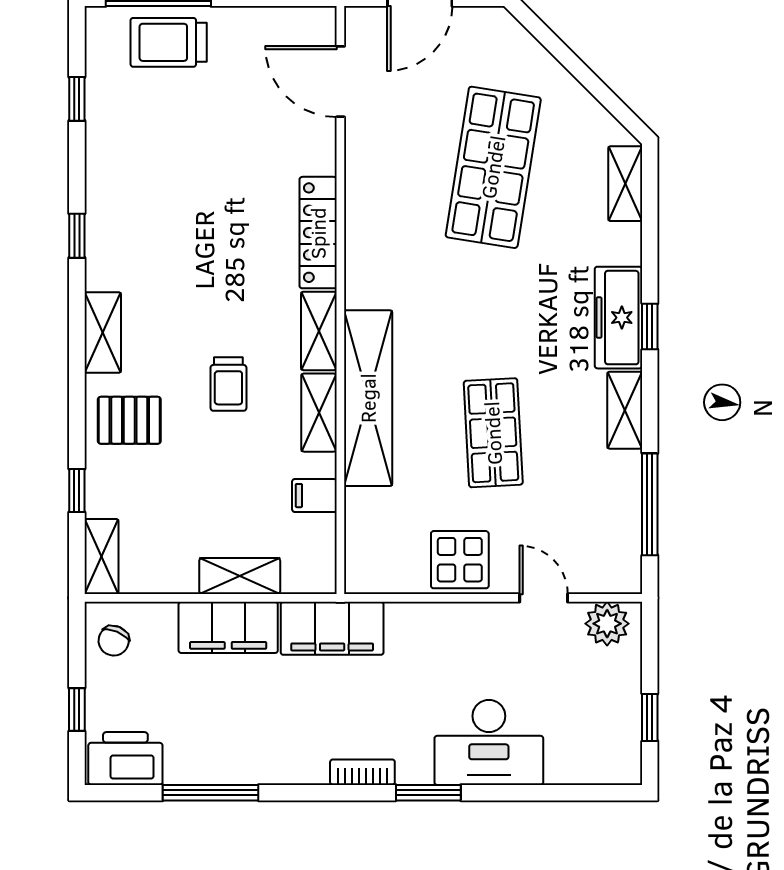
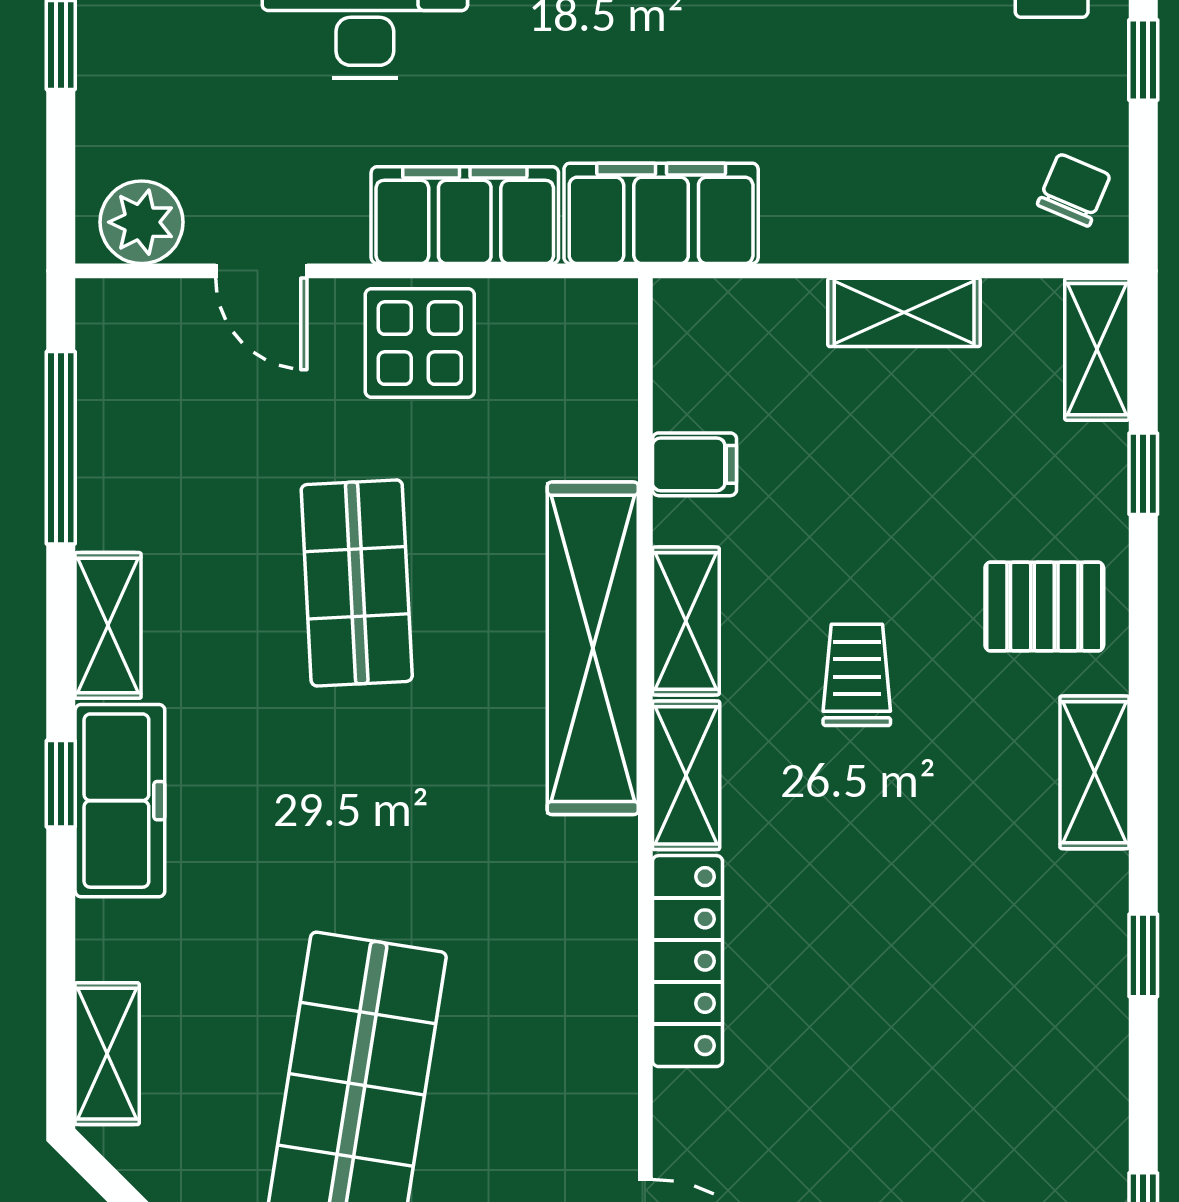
shelving: (240, 576) -> (904, 312), moved
filing cabinet: (228, 627) -> (465, 215), moved

